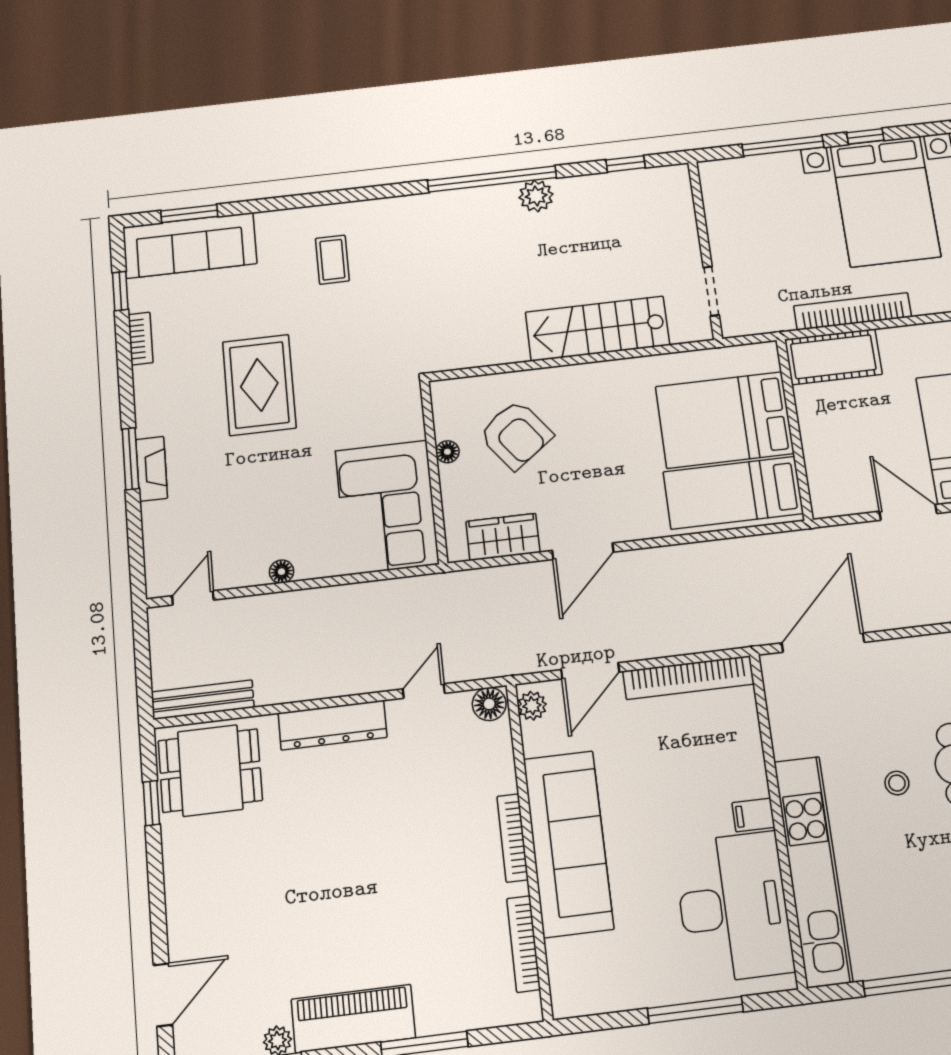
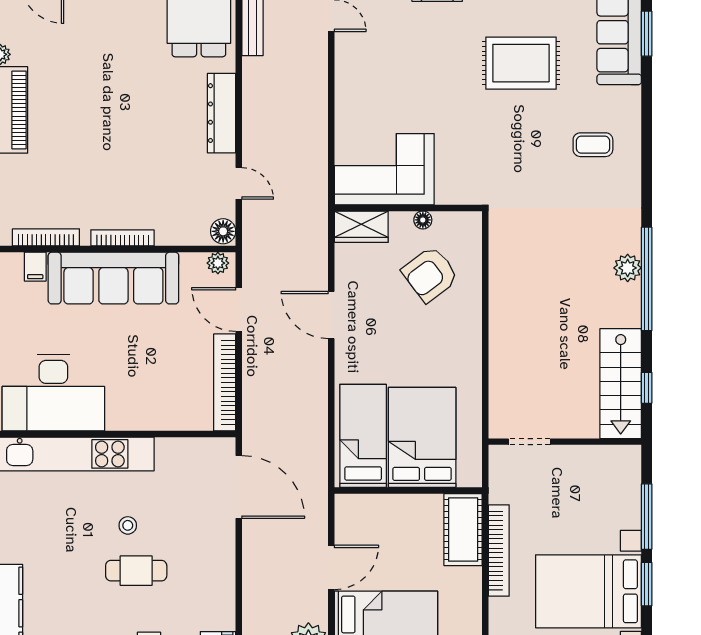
window: (865, 136) -> (647, 584), width x1.50
plant: (536, 196) -> (628, 268), moved
stairs: (598, 329) -> (621, 384), moved, turned 180
rug: (259, 385) -> (521, 63), moved
wardrobe: (503, 537) -> (361, 227), moved, turned 90
floor lamp: (282, 572) -> (343, 84), removed
filing cabinet: (753, 815) -> (35, 267), moved, turned 180

